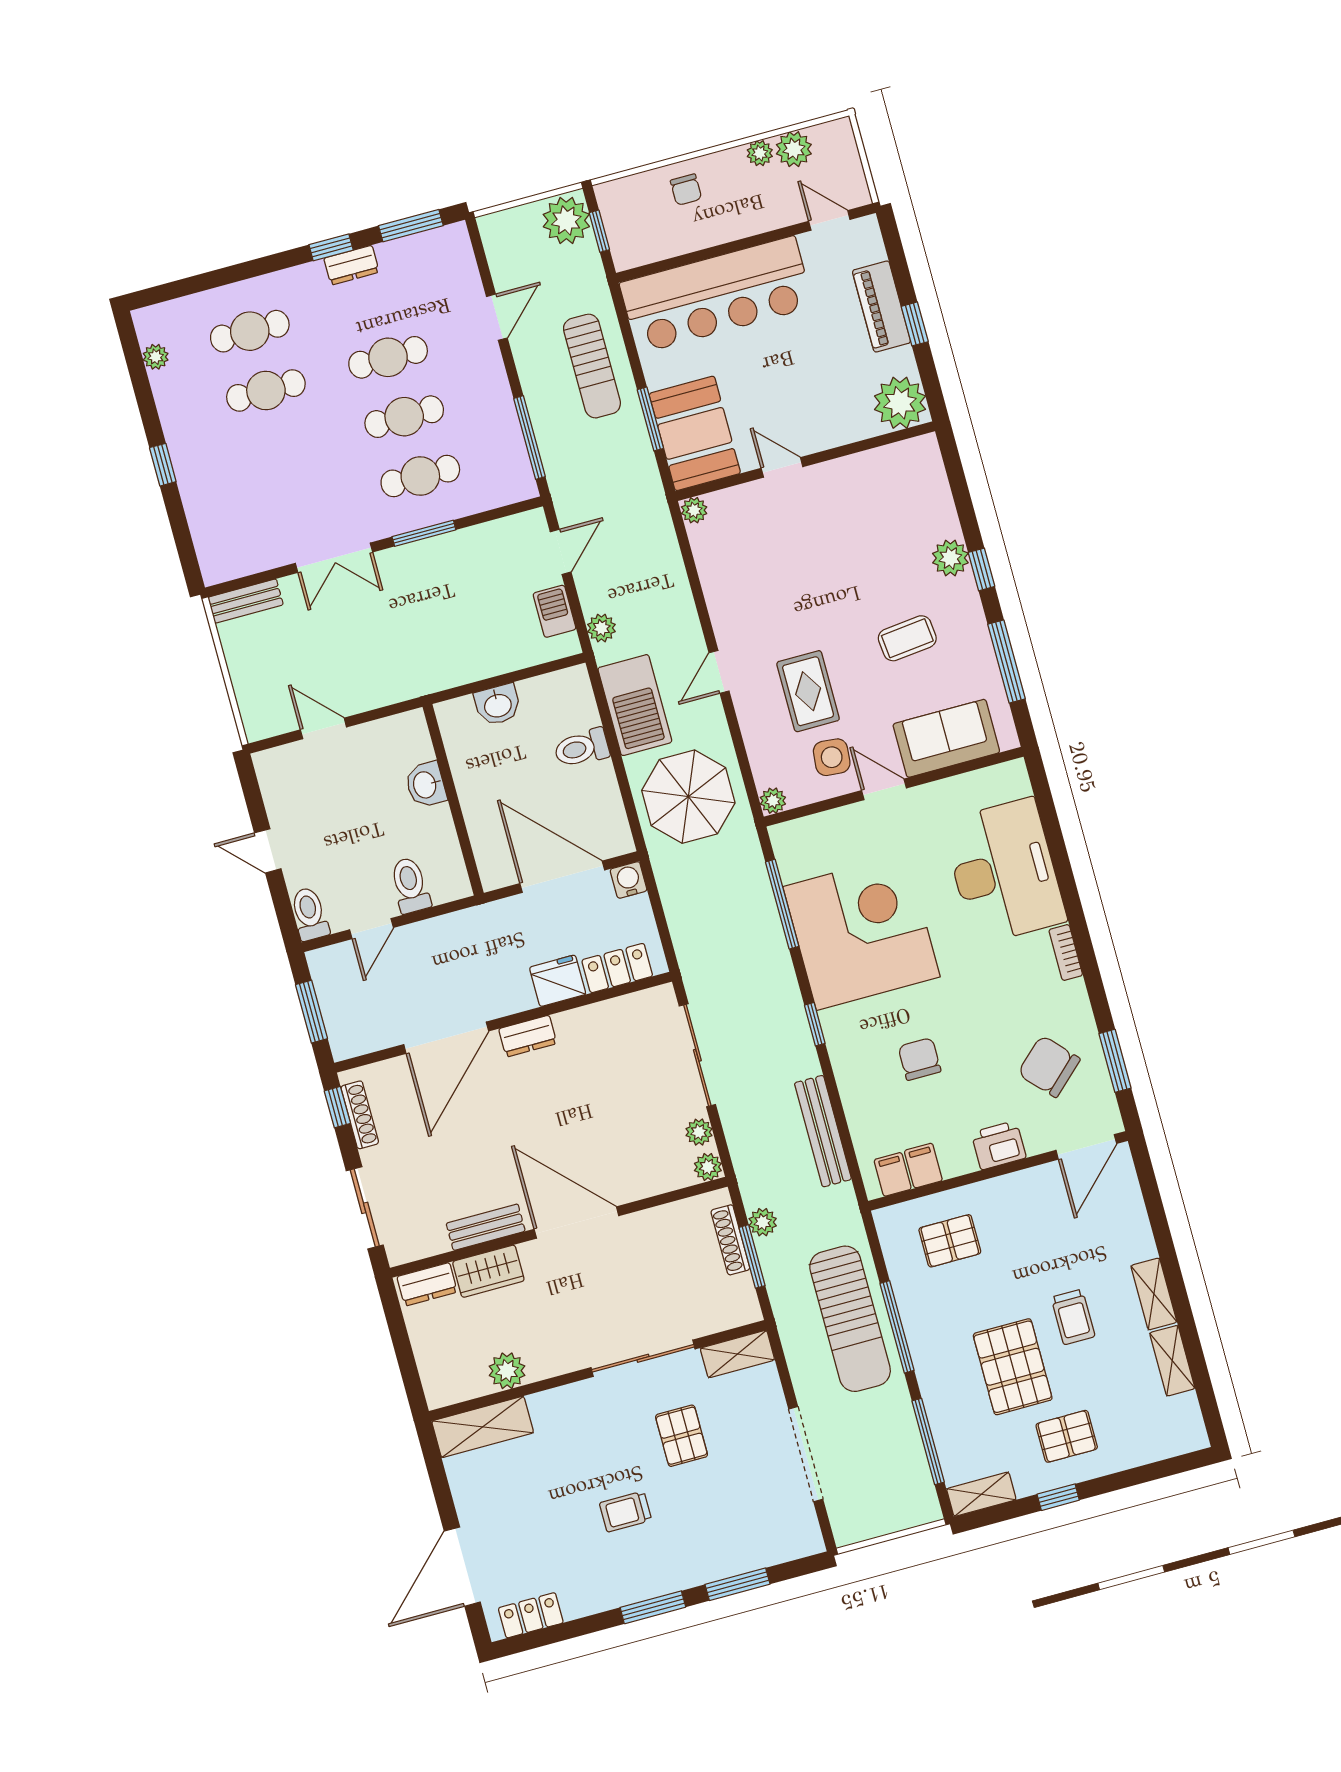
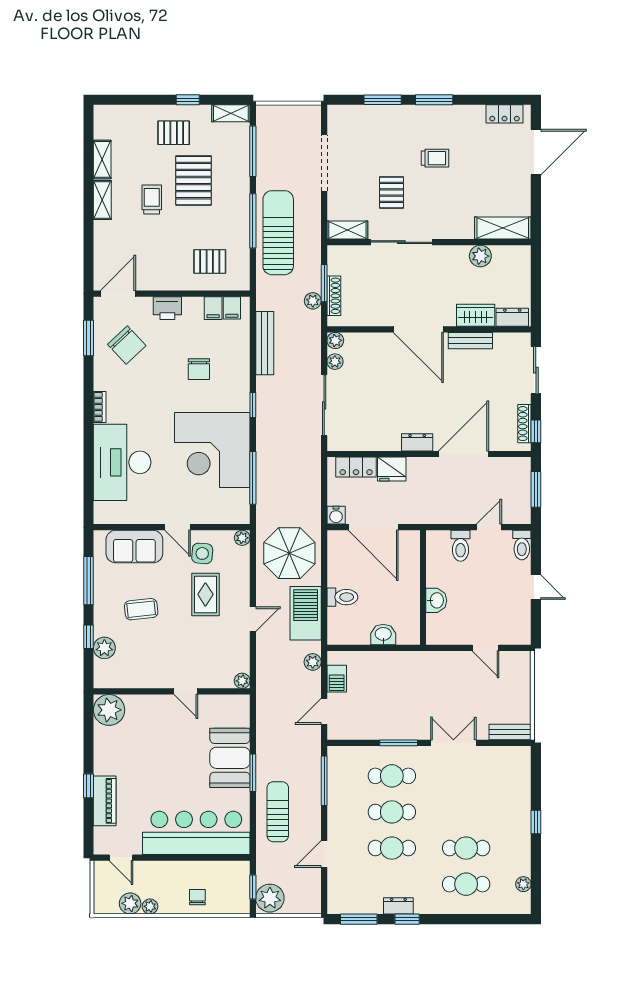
plant: (900, 403) -> (109, 710), moved
wall: (805, 461) -> (172, 691), moved
door: (782, 467) -> (186, 691), moved
plant: (694, 510) -> (242, 681), moved

